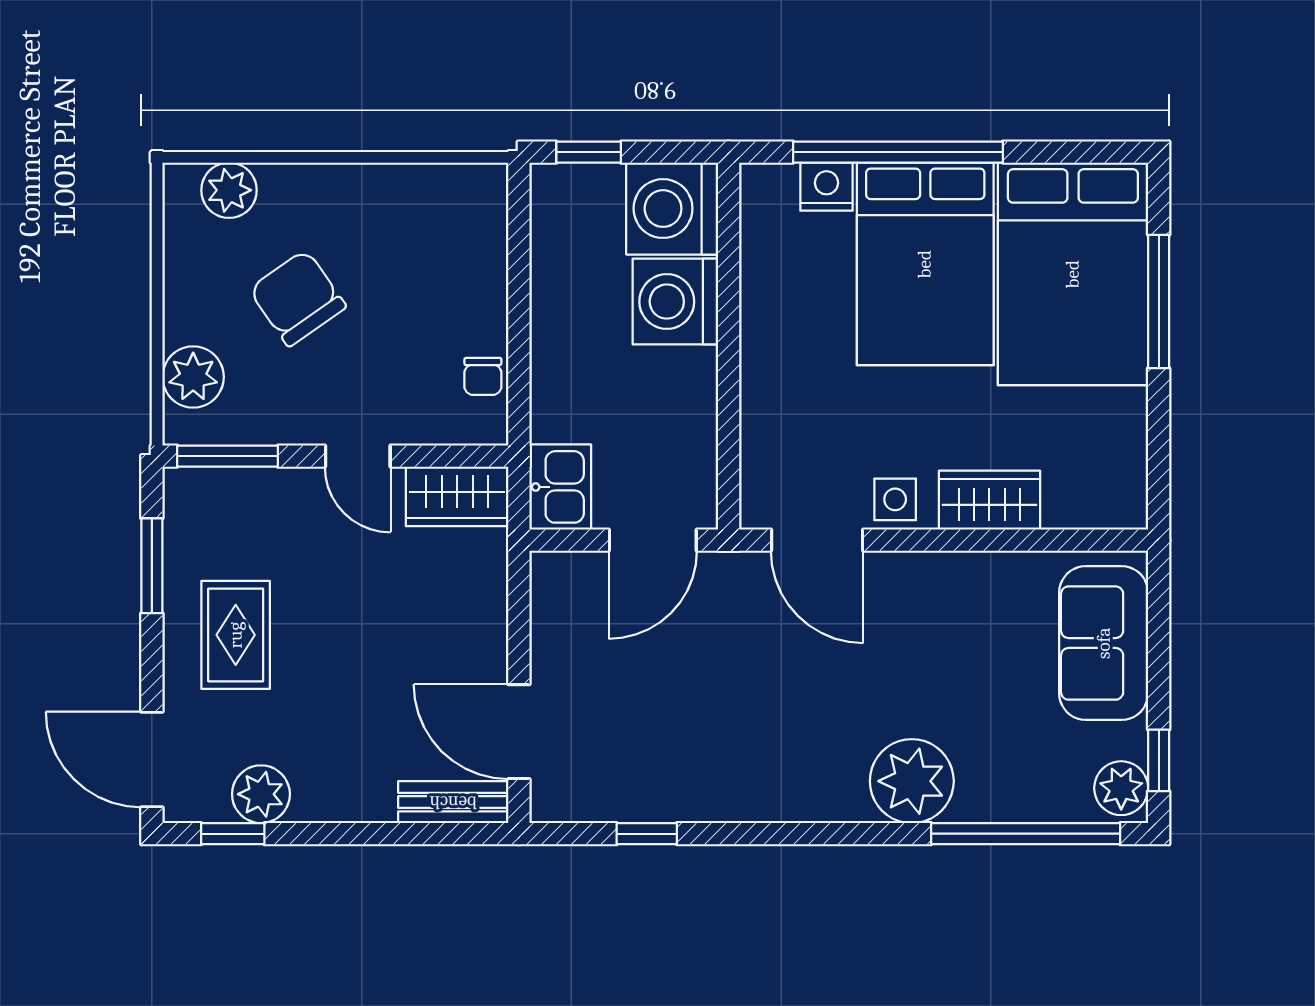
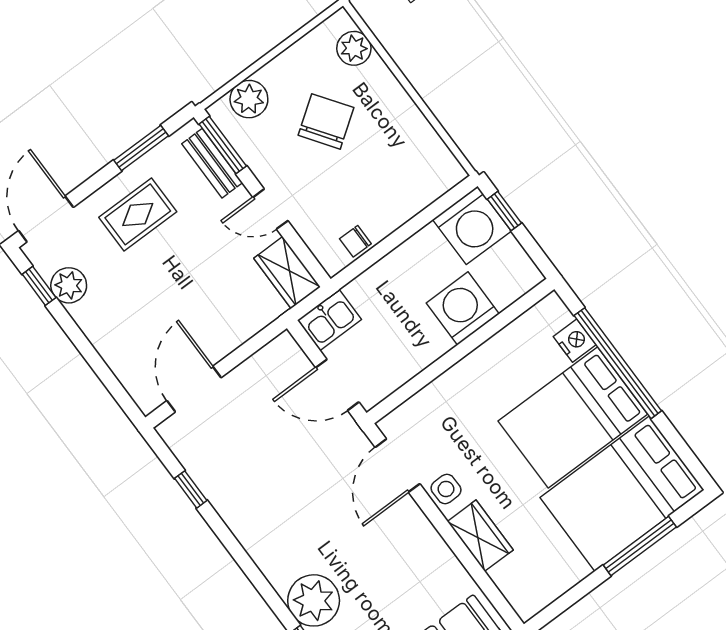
washing machine: (672, 209) -> (472, 225), moved, turned 180
door: (358, 456) -> (270, 209), hinge flipped
bench: (453, 802) -> (212, 163), moved

